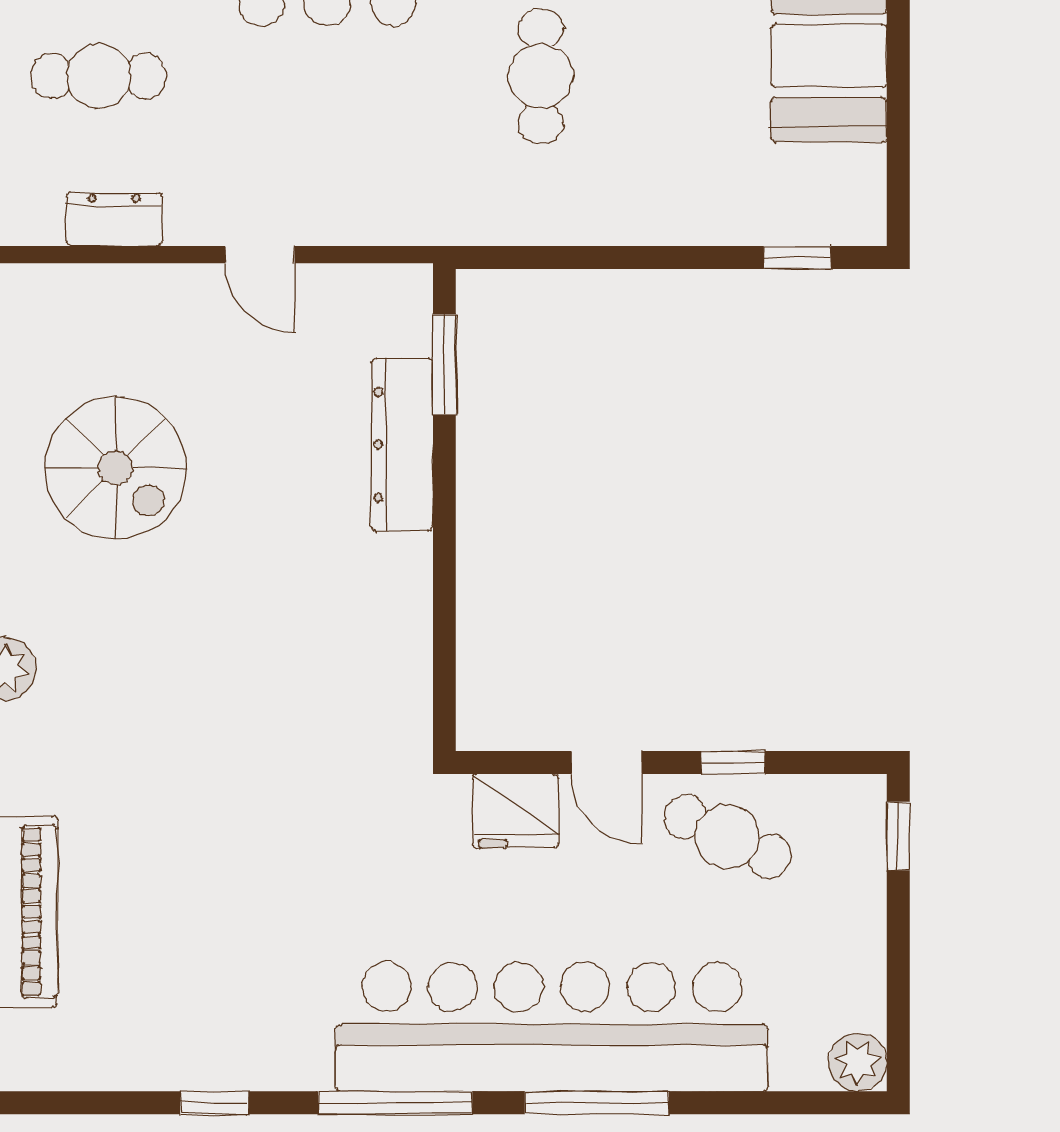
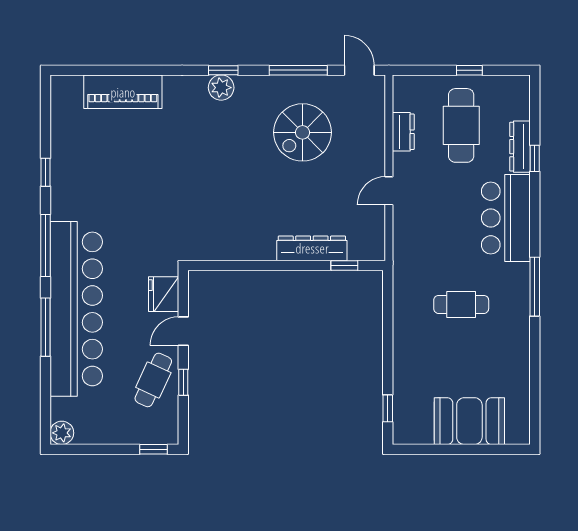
cafe table: (99, 76) -> (461, 125), width x1.37, depth x1.35
window: (444, 364) -> (344, 265), width x0.67

